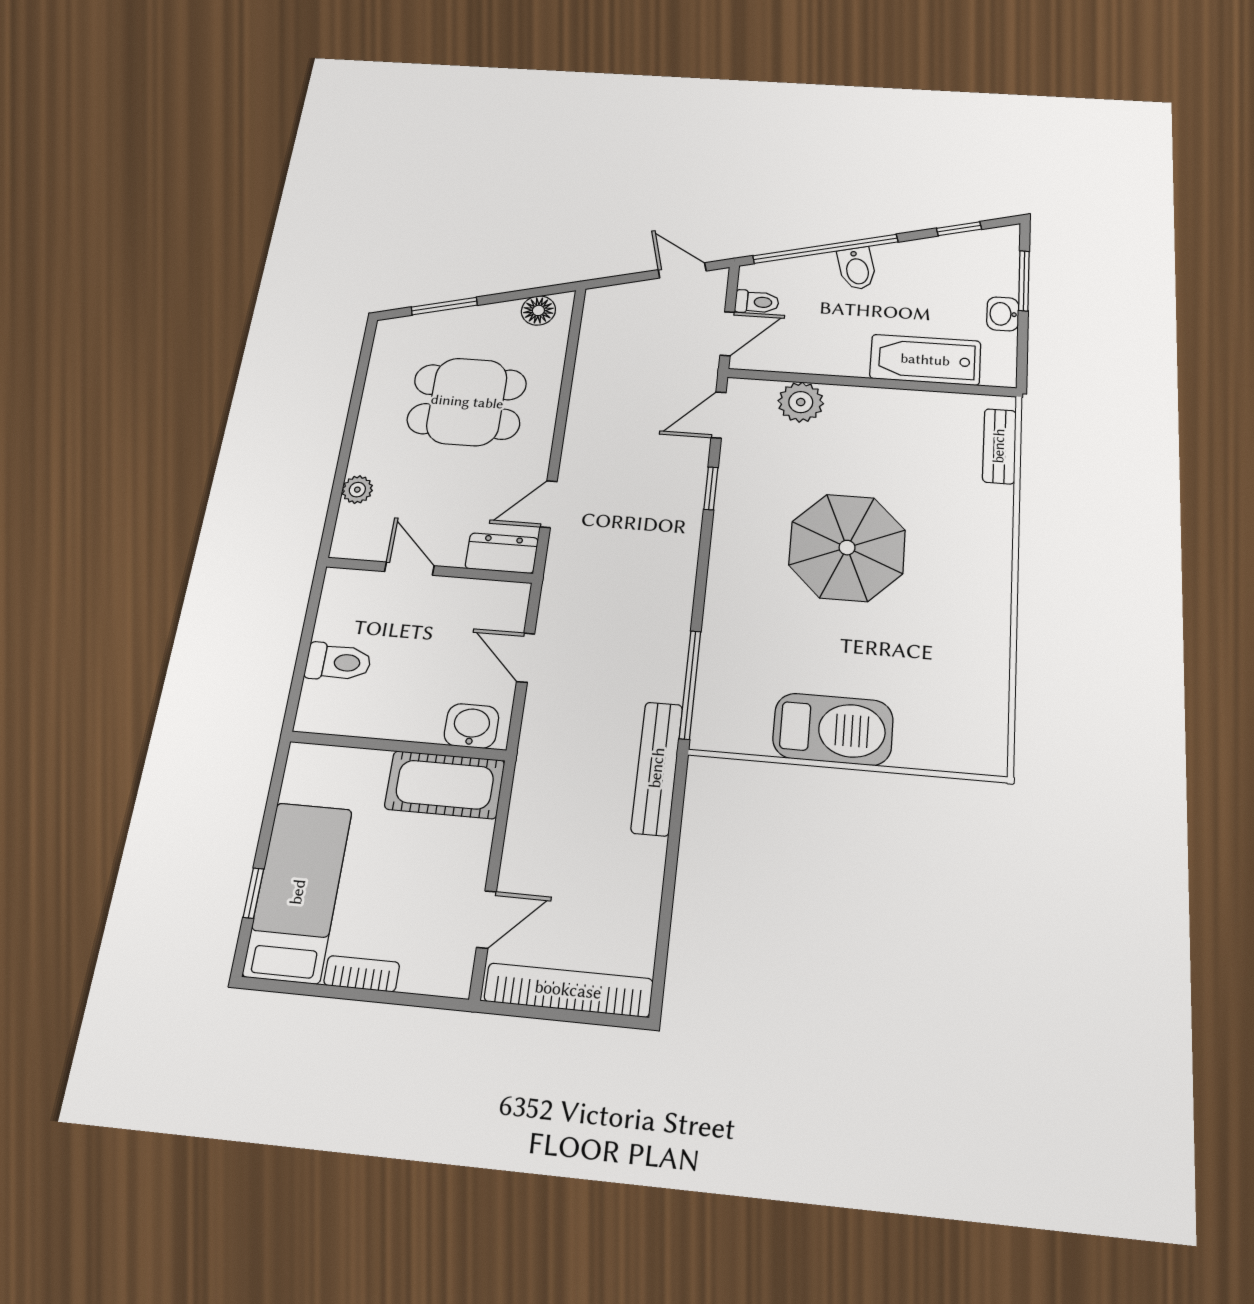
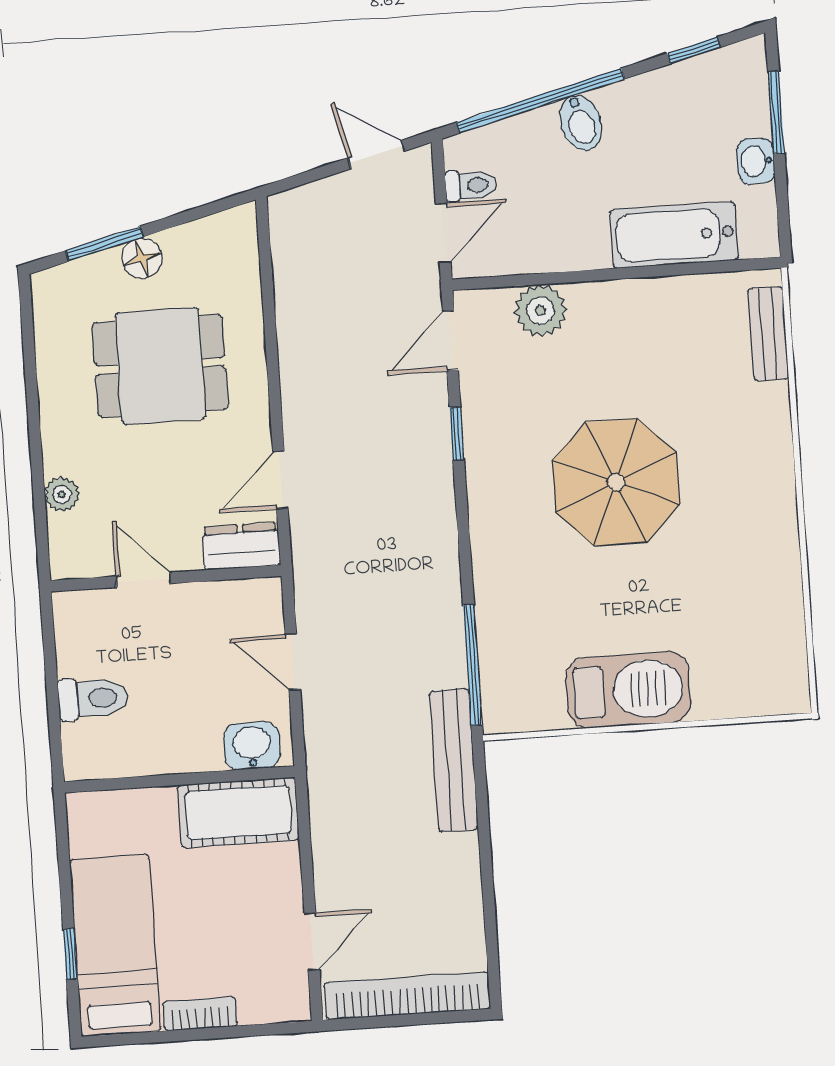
floor lamp: (538, 310) -> (142, 258), moved

